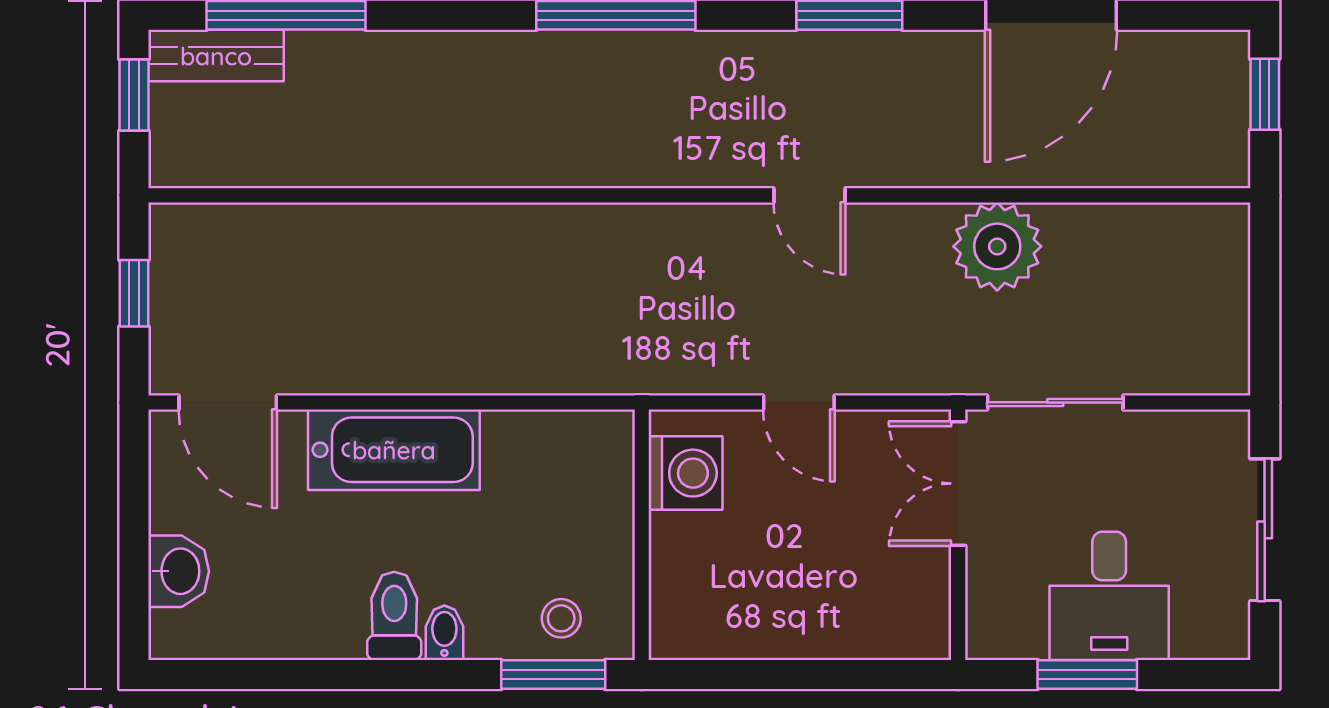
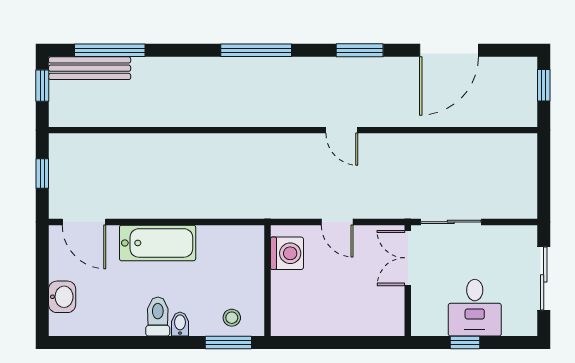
bench: (216, 56) -> (90, 68), width x1.36
plant: (997, 246) -> (425, 153), removed
window: (1087, 675) -> (465, 343), width x0.67

